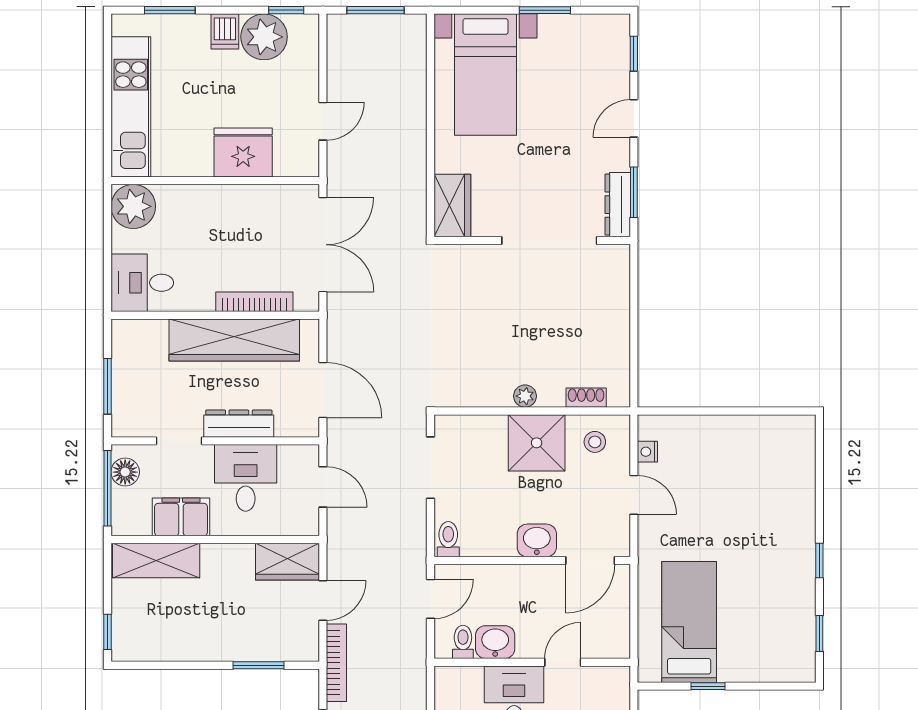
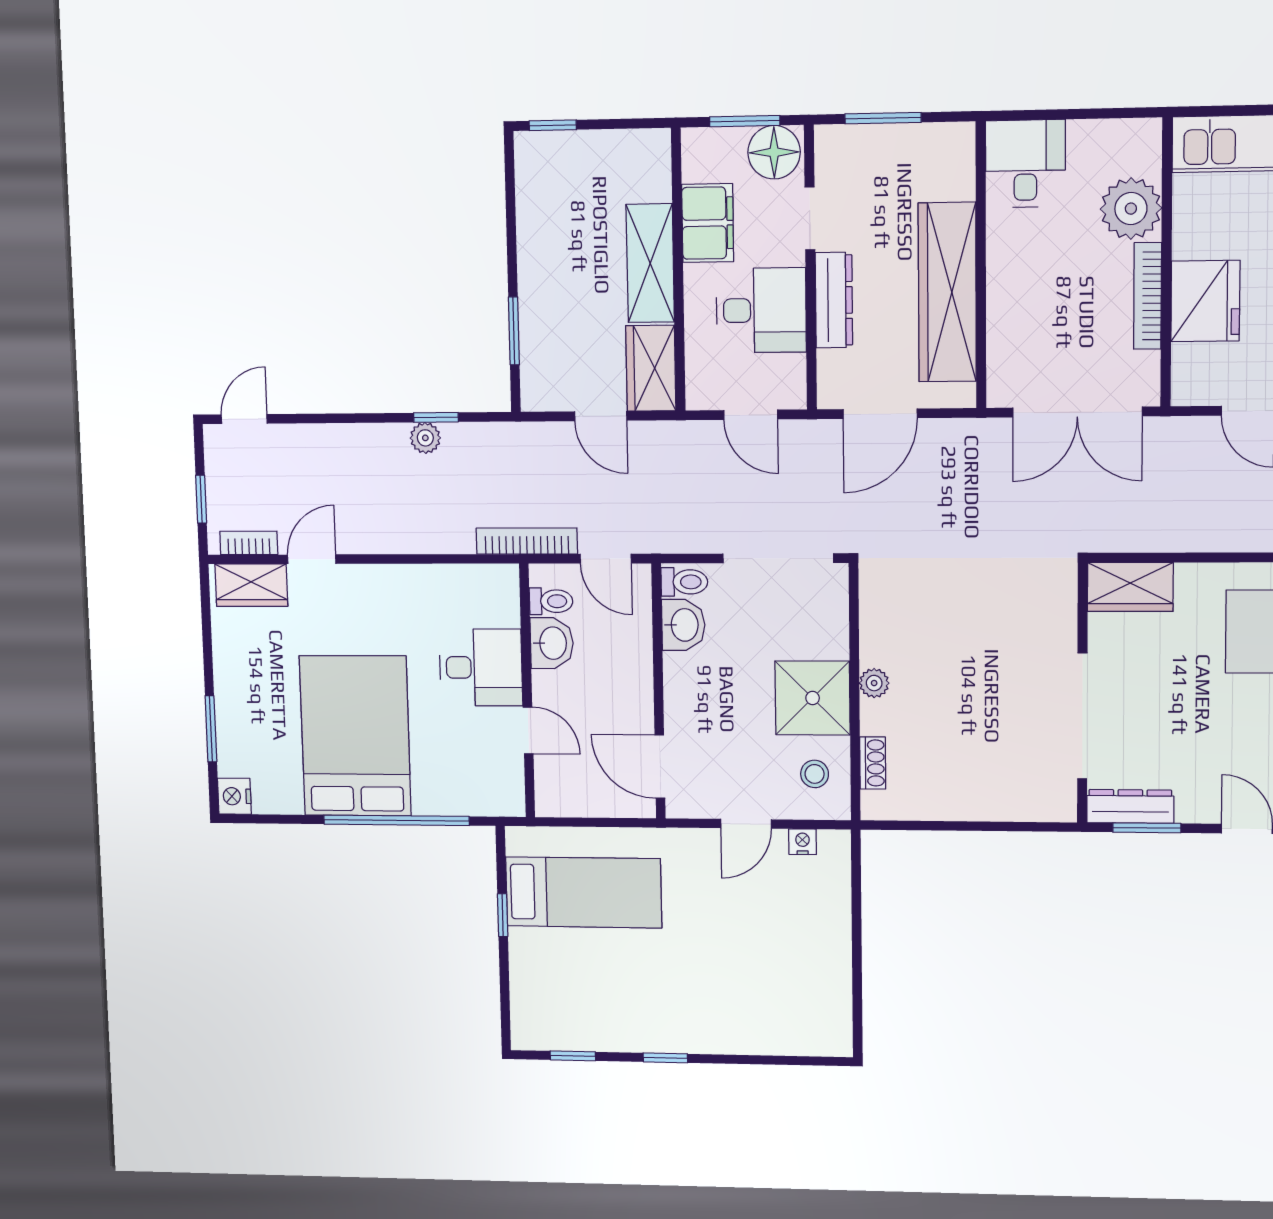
plant: (133, 206) -> (1131, 209), moved
bookcase: (254, 302) -> (1148, 296), moved, turned 180
doorway: (431, 468) -> (778, 558), width x1.36
floor lamp: (125, 472) -> (774, 152), width x1.38, depth x1.38
door: (323, 487) -> (751, 415), hinge flipped
window: (107, 488) -> (745, 121), width x0.69
washbasin: (537, 540) -> (683, 625), moved
shelving: (156, 561) -> (650, 263), moved
bookcase: (336, 663) -> (527, 541), moved, turned 180

